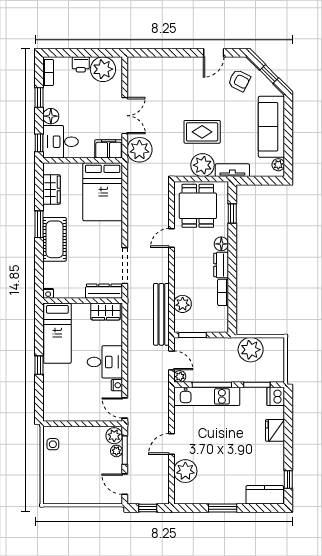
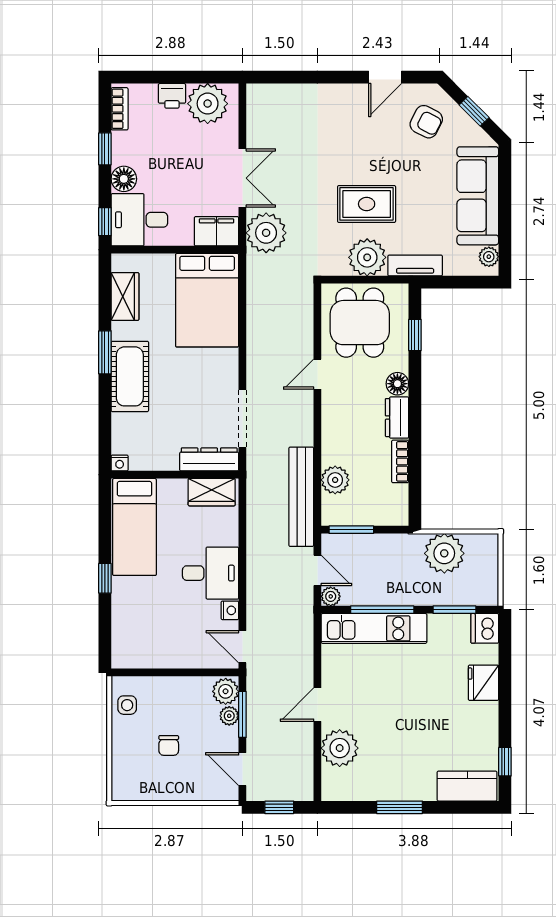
chair: (79, 469) -> (169, 745), added

